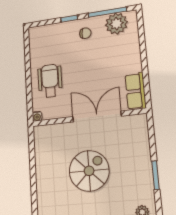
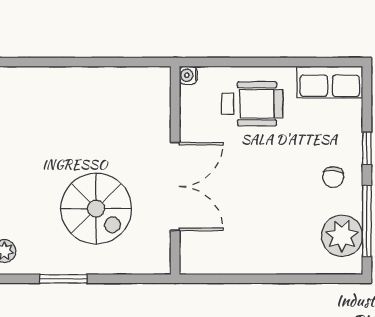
row of seats: (136, 91) -> (330, 82), moved, turned 180
spiral stairs: (89, 171) -> (96, 209), moved

